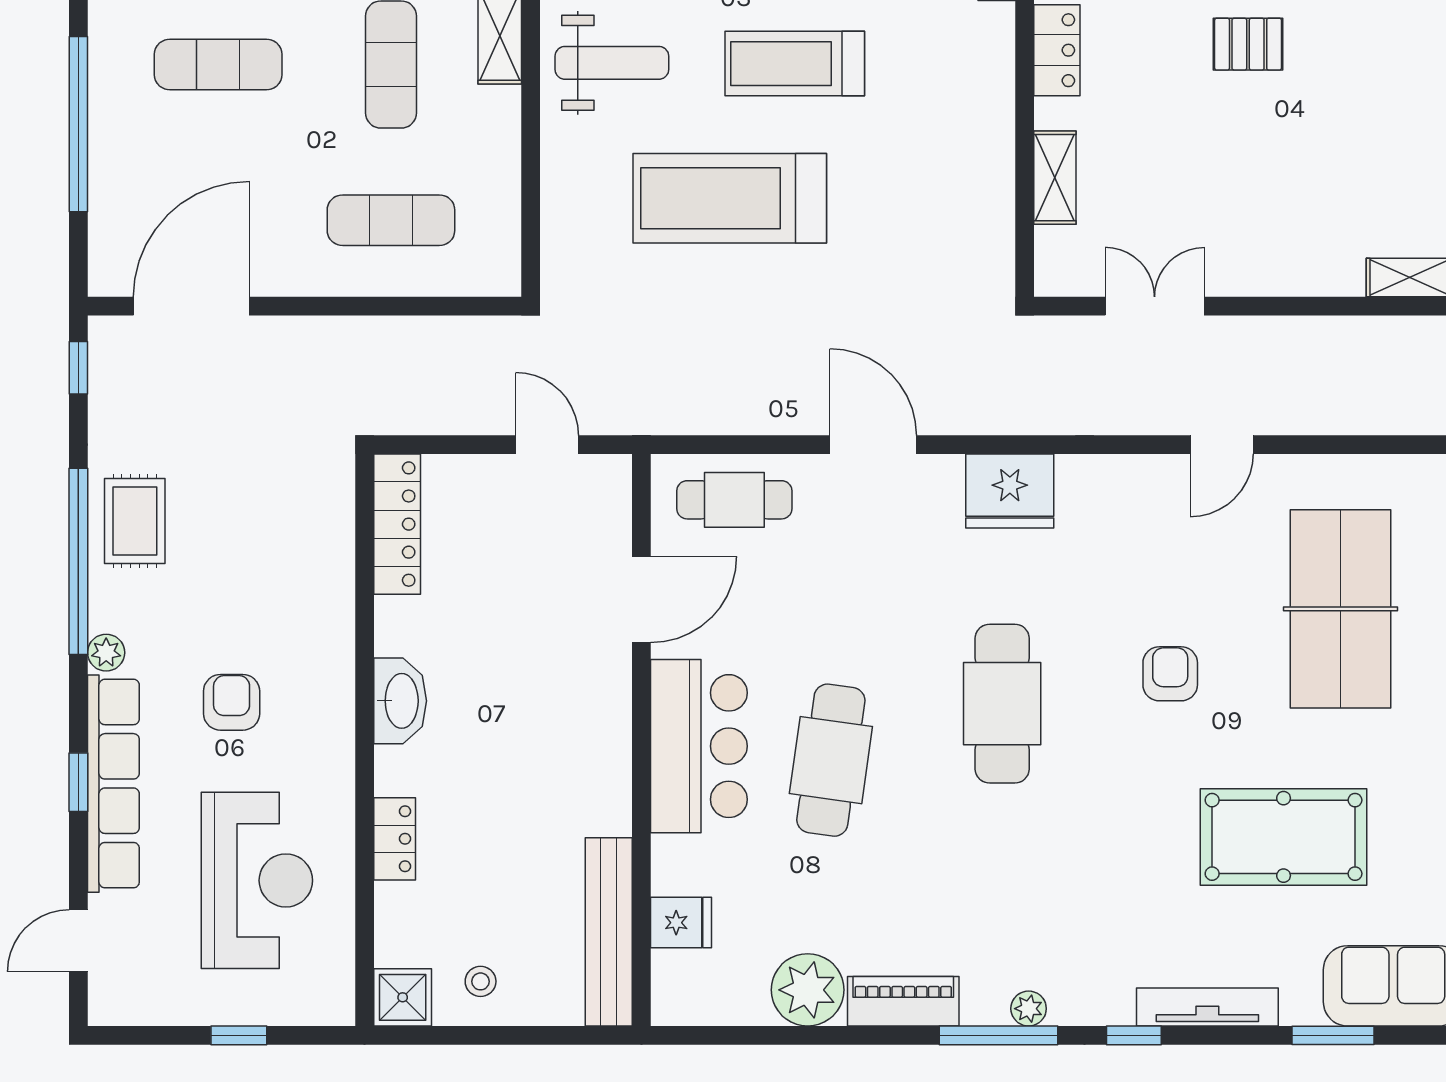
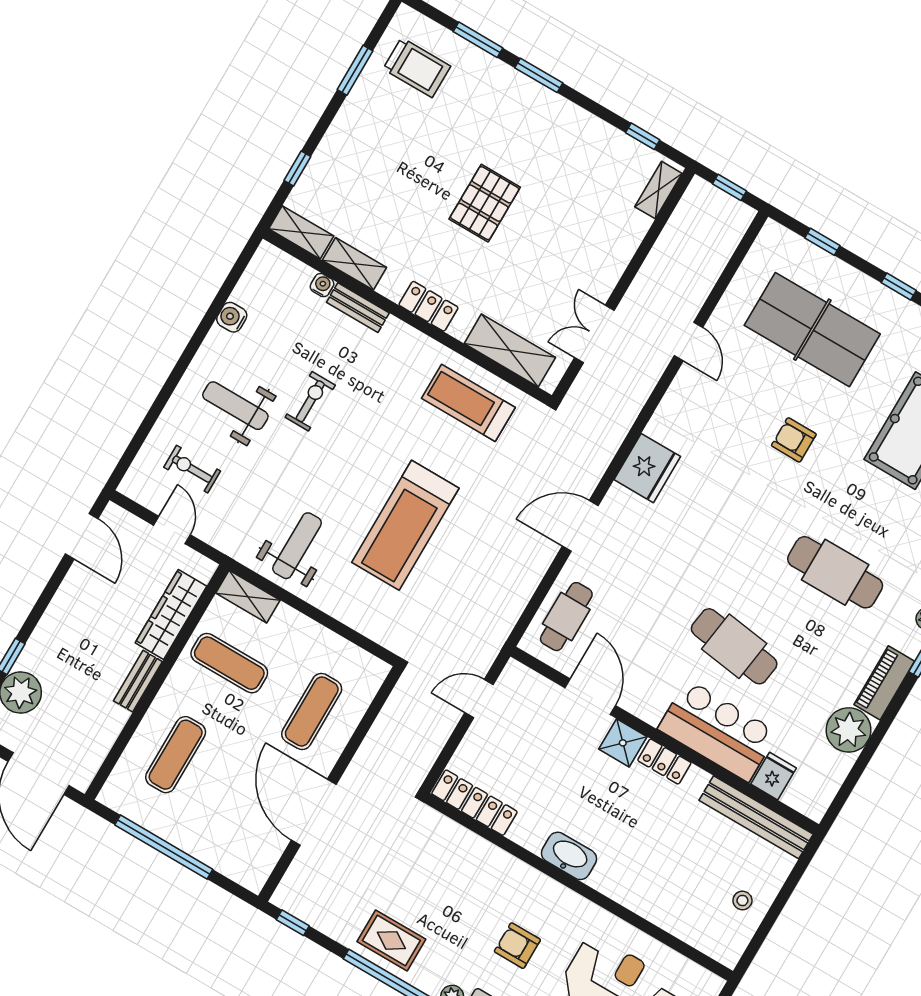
pallet: (1248, 44) -> (485, 203), width x1.50, depth x1.42
treadmill: (795, 64) -> (468, 403), moved, turned 90
shelving: (1055, 178) -> (510, 350), width x1.50, depth x1.33
door: (191, 306) -> (314, 812), moved
cafe table: (1002, 704) -> (835, 572), moved
bar counter: (699, 746) -> (718, 731), moved
locker: (395, 839) -> (664, 762), moved, turned 180
shower: (403, 997) -> (623, 743), moved

